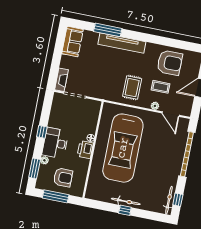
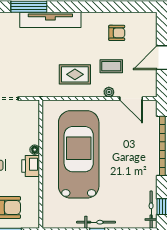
armchair: (170, 63) -> (117, 33), width x0.53, depth x0.53
rug: (132, 88) -> (75, 74), turned 90
car: (123, 148) -> (79, 154), turned 180

